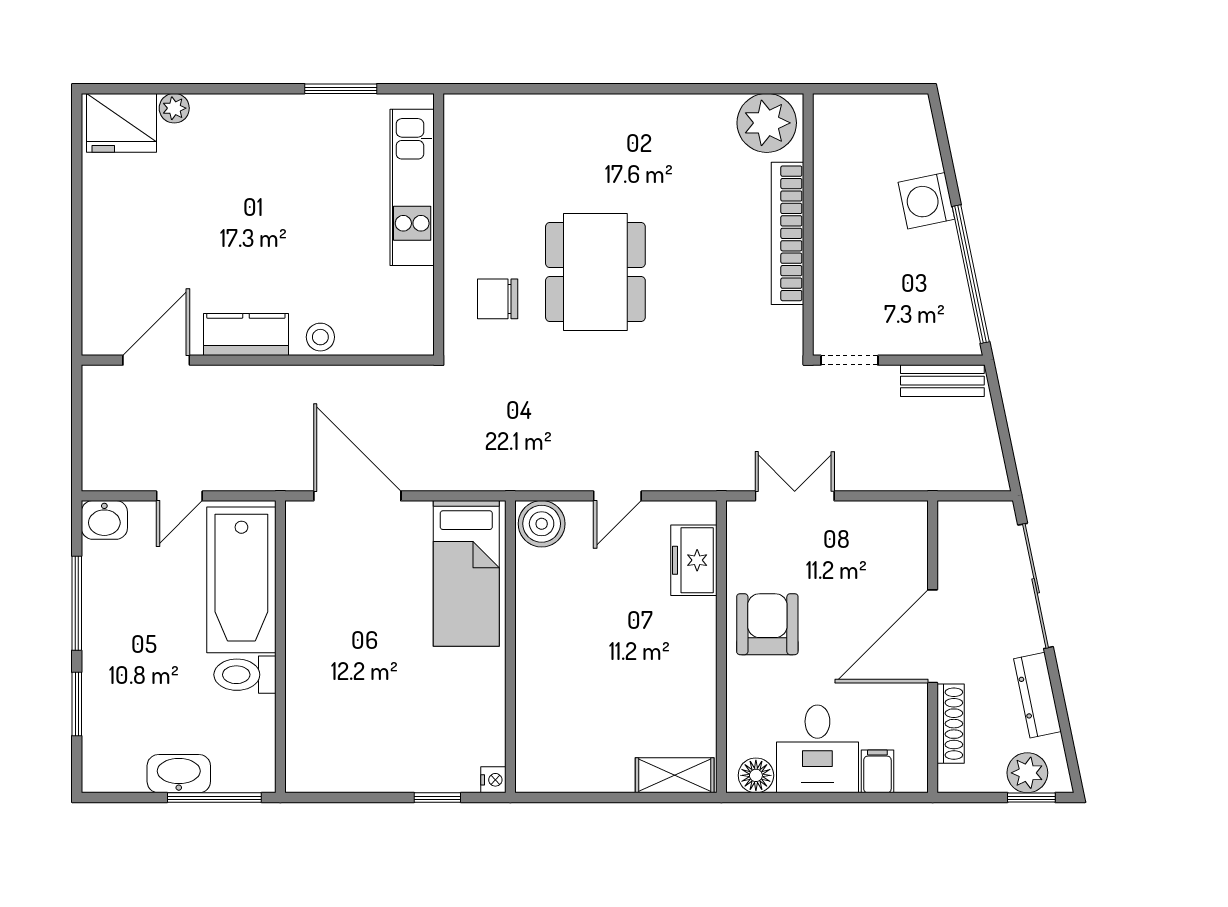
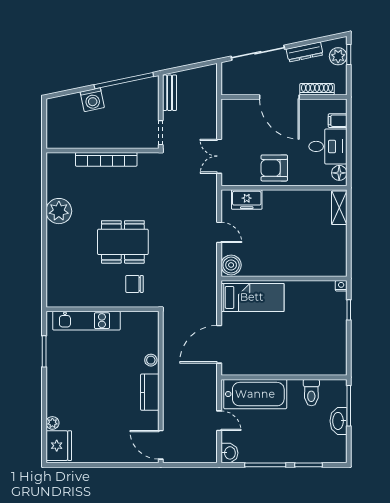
plant: (767, 123) -> (59, 211), moved
chair: (498, 299) -> (134, 284), turned 90
door: (156, 360) -> (161, 445), moved
toilet: (245, 675) -> (311, 393), moved

